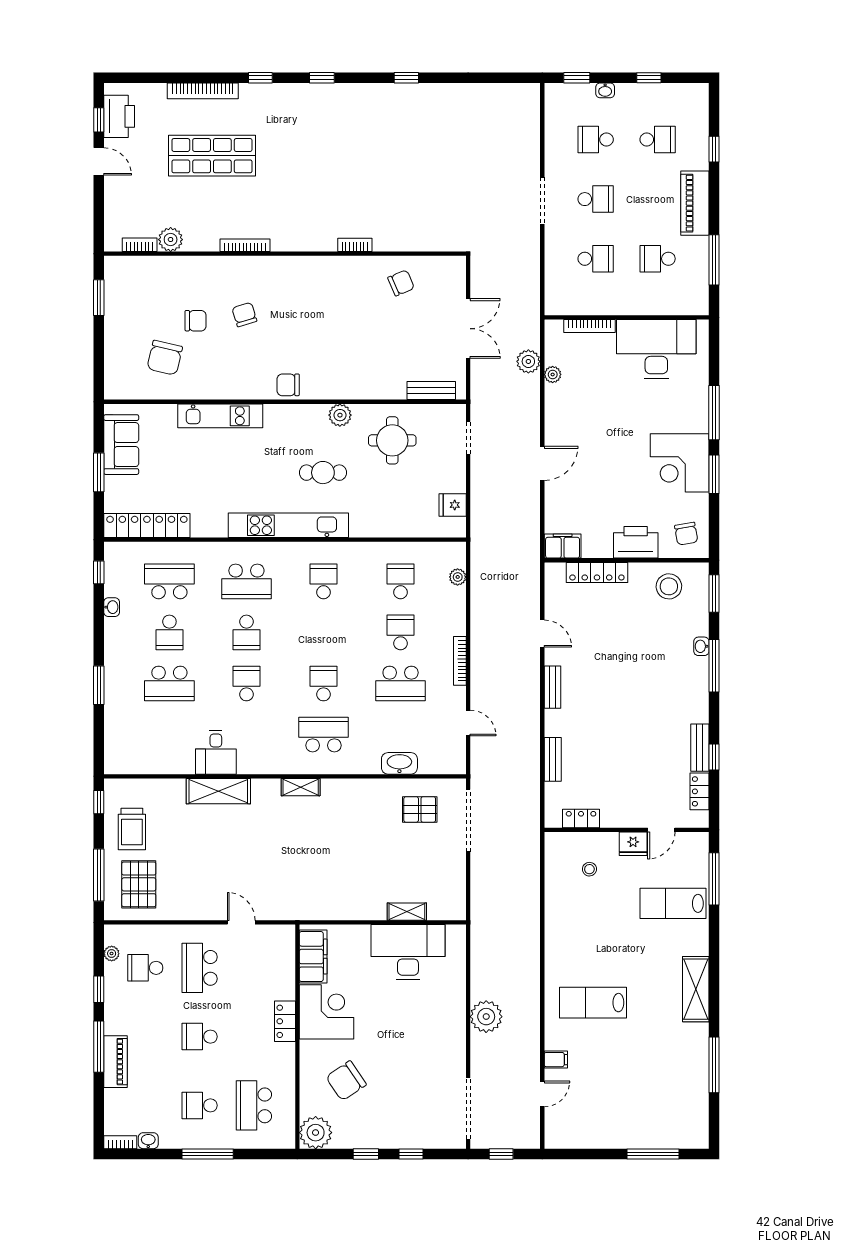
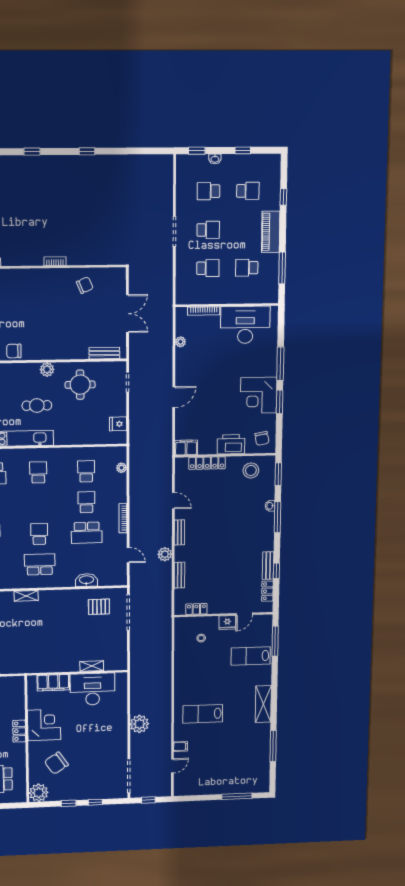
plant: (528, 361) -> (165, 554), moved
filing cabinet: (313, 957) -> (53, 683), moved, turned 90

